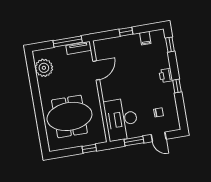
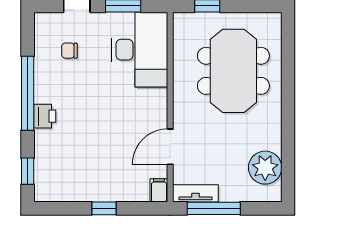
filing cabinet: (145, 38) -> (159, 190), moved
window: (177, 86) -> (28, 93), width x3.17
meeting table: (69, 116) -> (233, 71), turned 90

